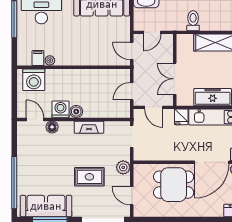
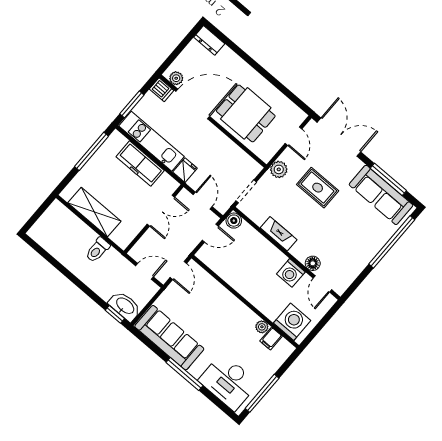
boiler: (76, 112) -> (234, 221), moved

